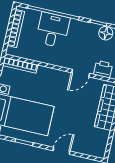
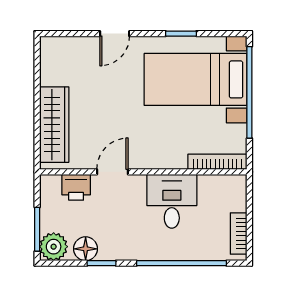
bookcase: (16, 29) -> (239, 234), width x0.64
desk: (53, 30) -> (172, 201), moved, turned 180

